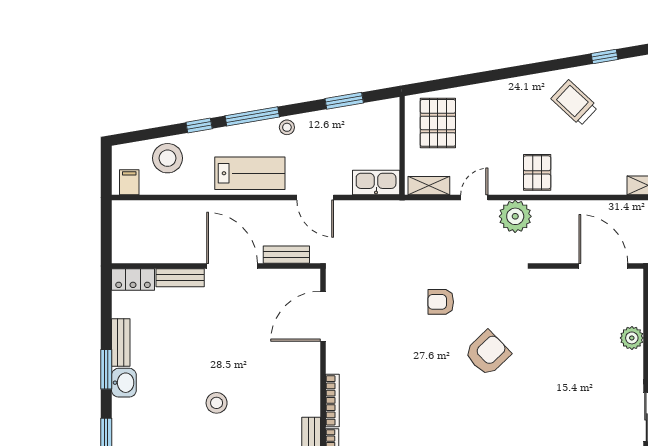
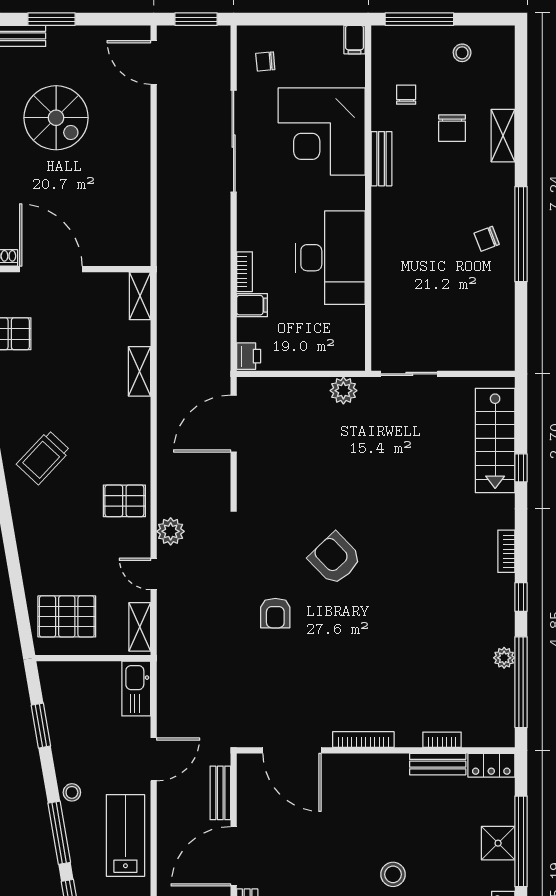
plant: (515, 216) -> (171, 531), width x0.73, depth x0.73
plant: (632, 338) -> (343, 391), moved
bookcase: (332, 400) -> (363, 740), moved

